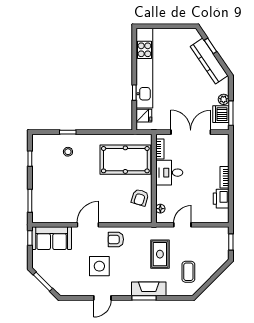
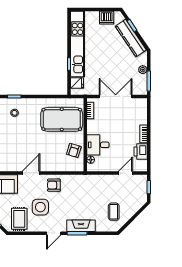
dishwasher: (221, 114) -> (107, 18), moved, turned -90
desk: (169, 173) -> (98, 145), moved
door: (182, 225) -> (126, 173), moved
rug: (160, 254) -> (19, 219), moved
door: (102, 298) -> (54, 233), moved

